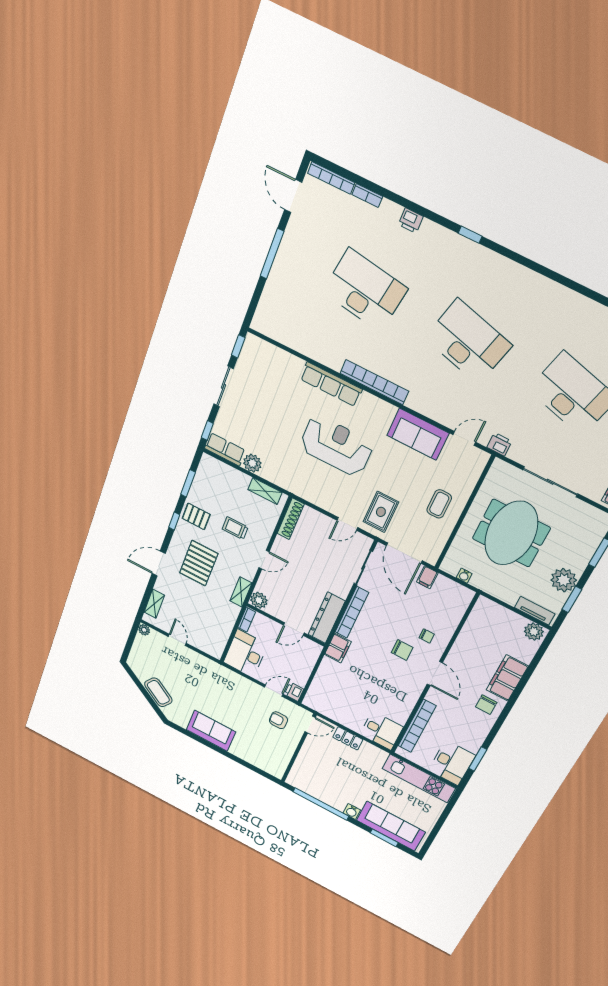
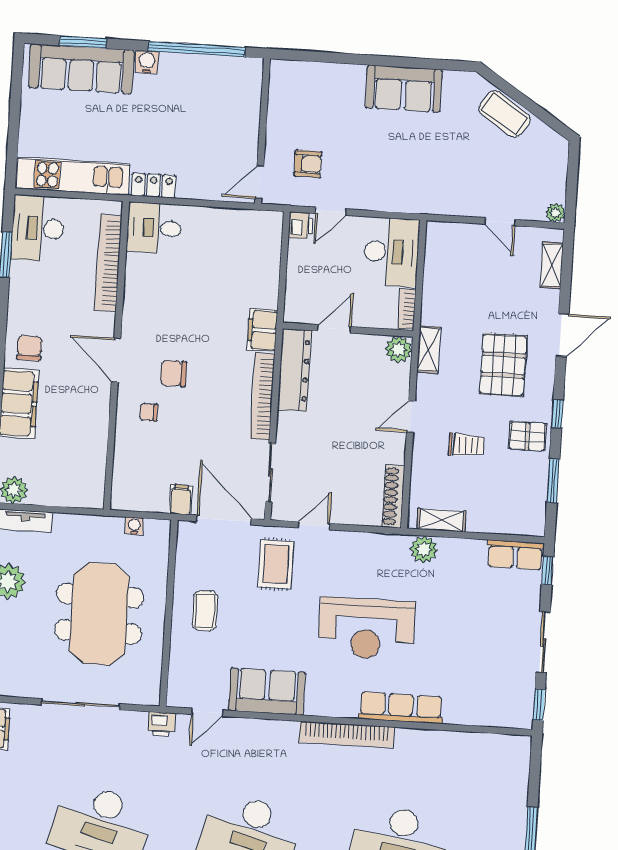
plant: (252, 463) -> (424, 549), moved
locker: (348, 738) -> (154, 186), moved

